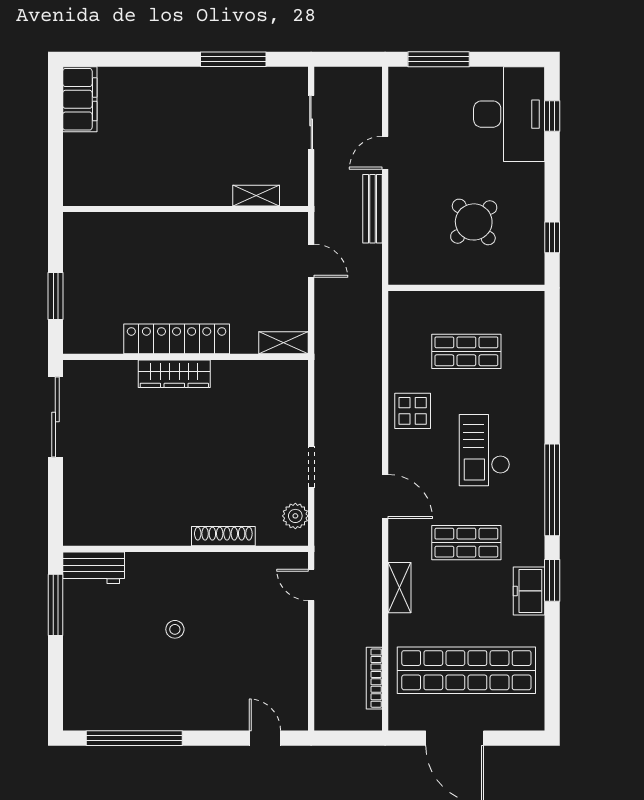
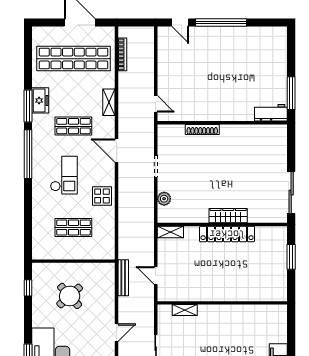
bench: (373, 209) -> (123, 278), moved
plant: (295, 516) -> (164, 199), moved
window: (552, 580) -> (28, 106), width x1.44
stool: (175, 629) -> (228, 80), removed
window: (134, 738) -> (221, 23), moved

